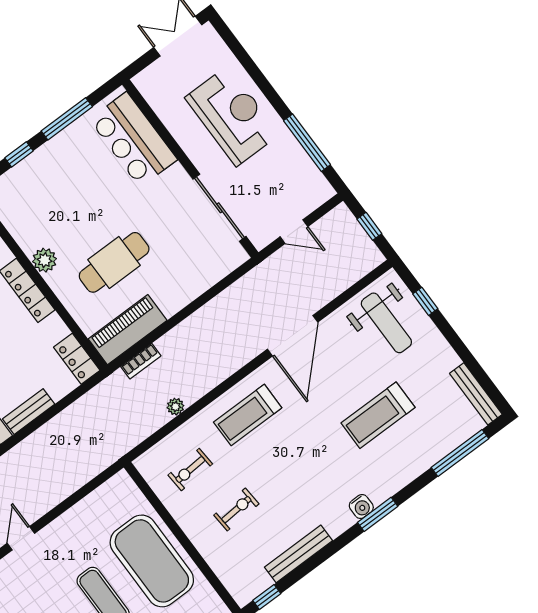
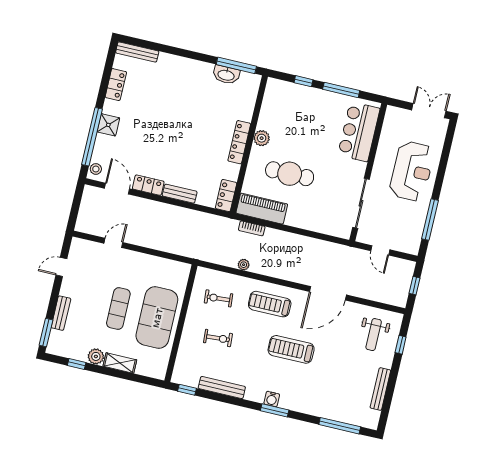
weight bench: (386, 323) -> (374, 335), width x0.73, depth x0.75
bench: (476, 394) -> (380, 389), moved
treadmill: (378, 415) -> (291, 349), moved

